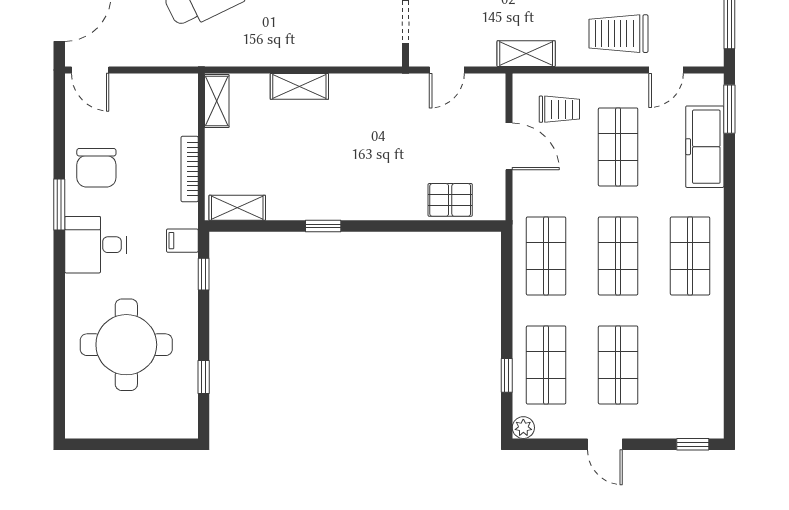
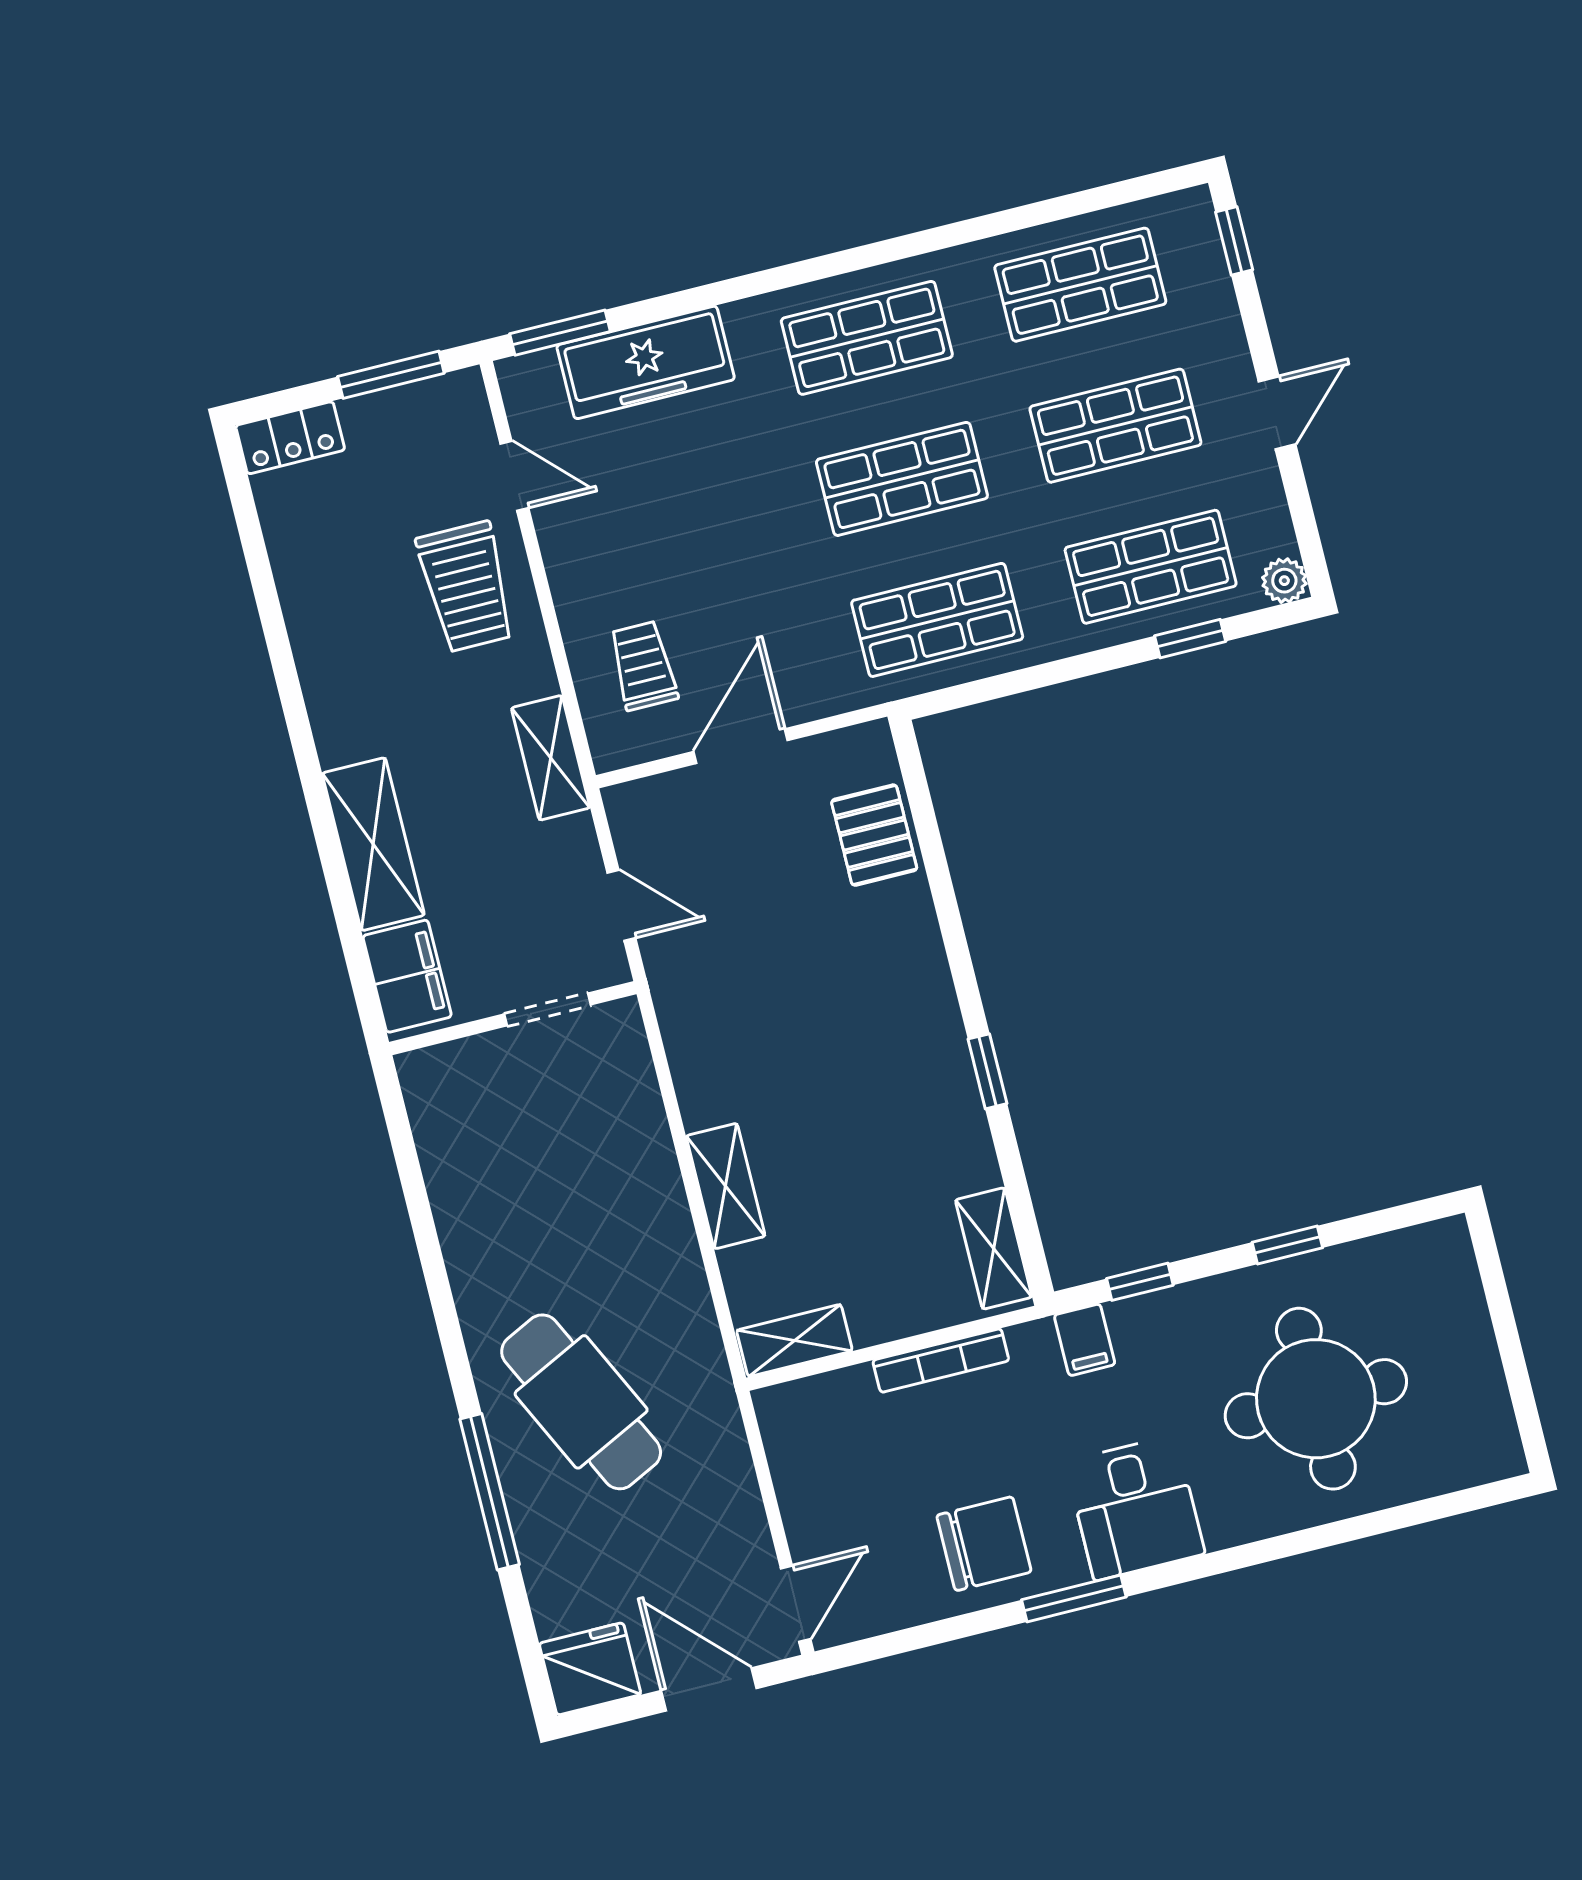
shop shelf: (618, 147) -> (1080, 285), moved
window: (204, 377) -> (1287, 1245), moved

